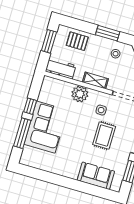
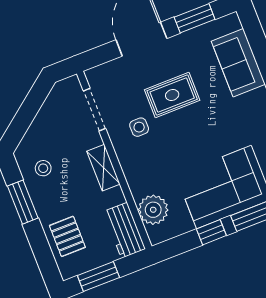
plant: (80, 94) -> (153, 210), moved

